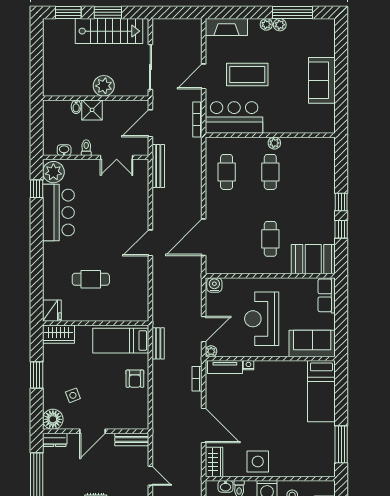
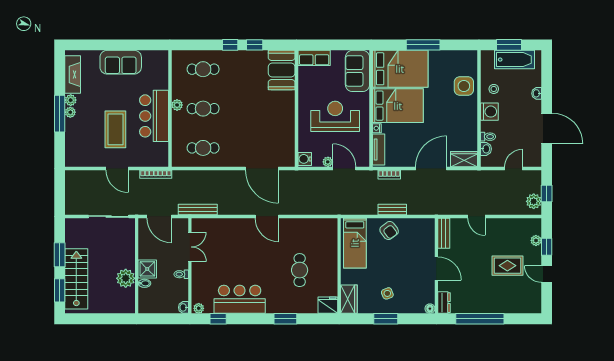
window: (293, 12) -> (60, 114), moved
fireplace: (226, 27) -> (73, 74), moved
stairs: (109, 31) -> (76, 279), moved
plant: (104, 86) -> (126, 278), moved
bar counter: (234, 117) -> (154, 116), moved
washbasin: (64, 150) -> (183, 307), moved
plant: (53, 172) -> (199, 308), width x0.53, depth x0.53
cafe table: (270, 239) -> (203, 69), moved
window: (37, 263) -> (285, 319), added
reception desk: (262, 319) -> (335, 116), turned 180
bench: (158, 343) -> (392, 209), moved
plant: (211, 351) -> (328, 162), moved
armchair: (135, 379) -> (389, 230), turned 53
bed: (274, 389) -> (398, 106), added
bed: (321, 391) -> (400, 69), width x1.50
side table: (73, 395) -> (387, 293), moved
floor lamp: (53, 419) -> (430, 309), width x0.53, depth x0.53
window: (341, 444) -> (423, 45), moved
side table: (258, 462) -> (464, 86), moved
door: (150, 476) -> (476, 216), swing flipped

